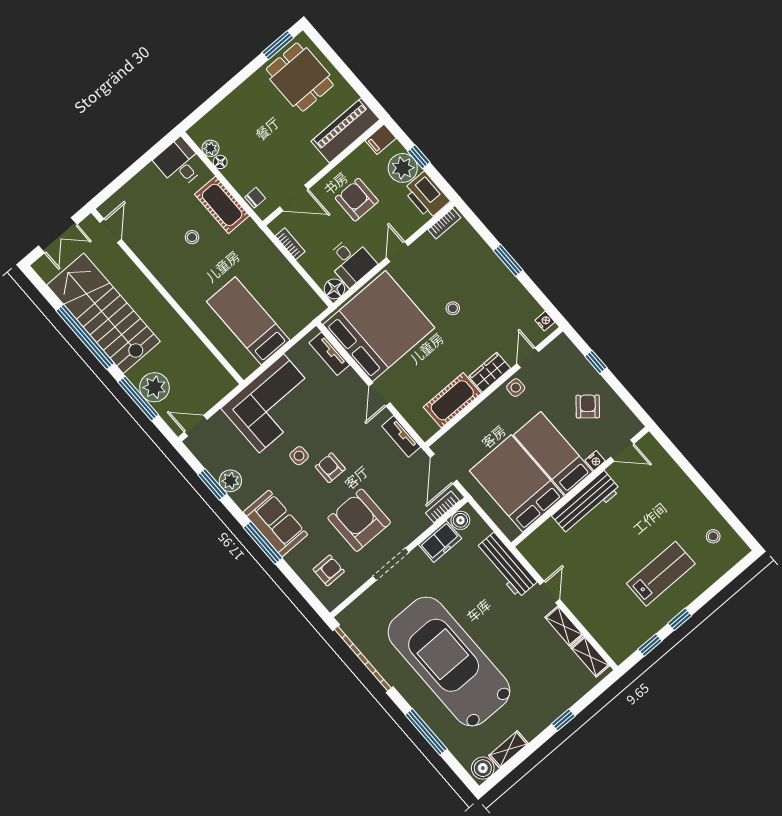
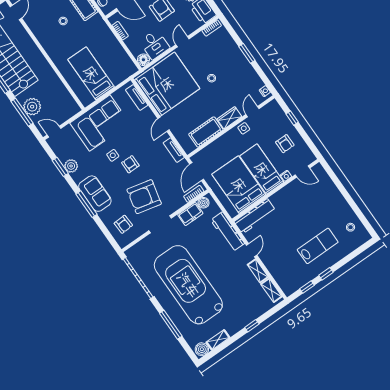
armchair: (588, 406) -> (285, 144), turned 140
workbench: (586, 503) -> (255, 216), moved
armchair: (359, 520) -> (144, 197), turned -77
armchair: (329, 570) -> (123, 224), turned 87

